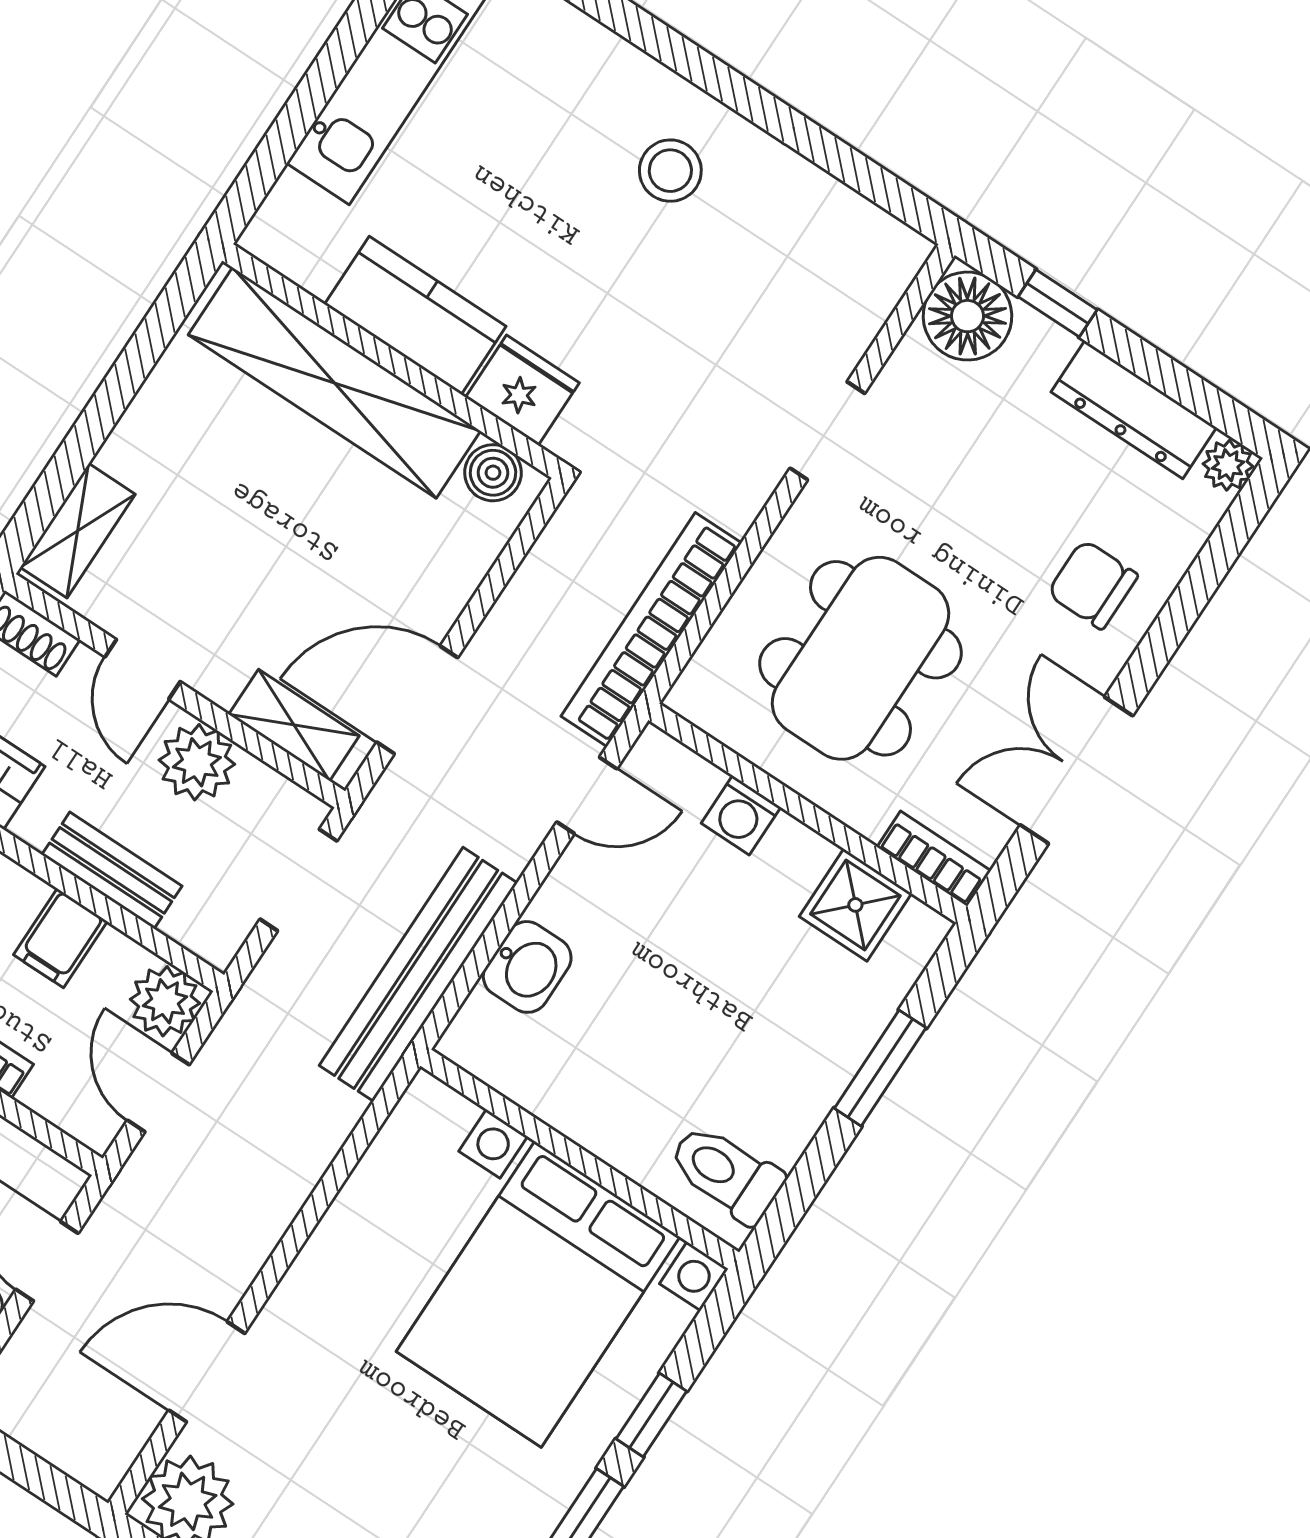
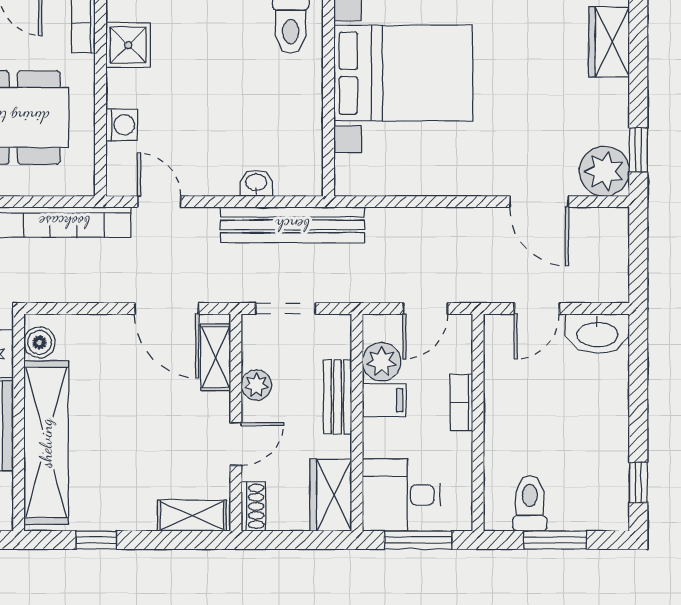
window: (136, 361) -> (96, 540), added
plant: (197, 762) -> (256, 385), width x0.73, depth x0.73
washbasin: (527, 967) -> (256, 183), width x0.72, depth x0.69
plant: (165, 1001) -> (382, 362), moved

